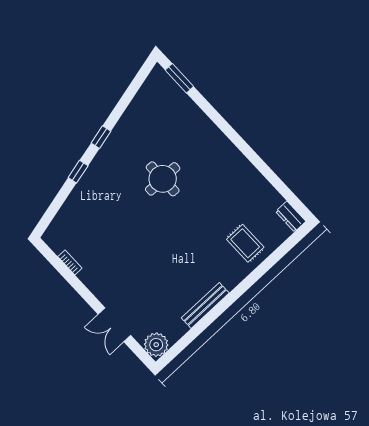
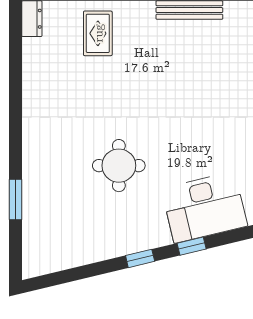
window: (179, 78) -> (15, 199), moved
desk: (91, 201) -> (204, 207), added

